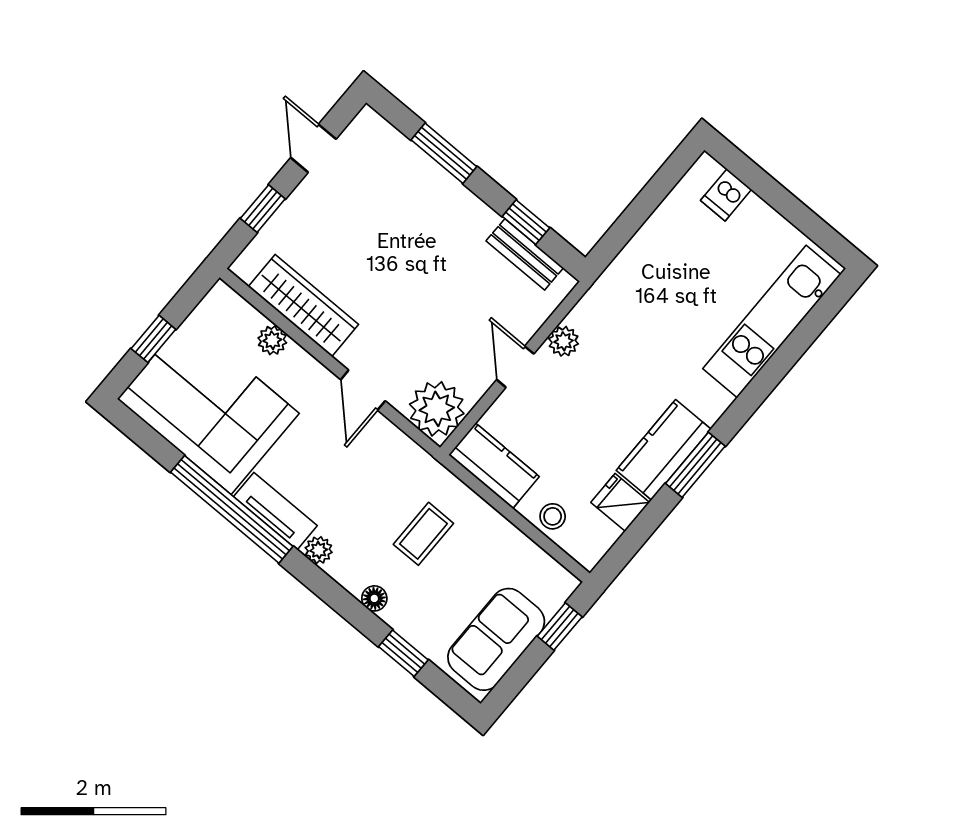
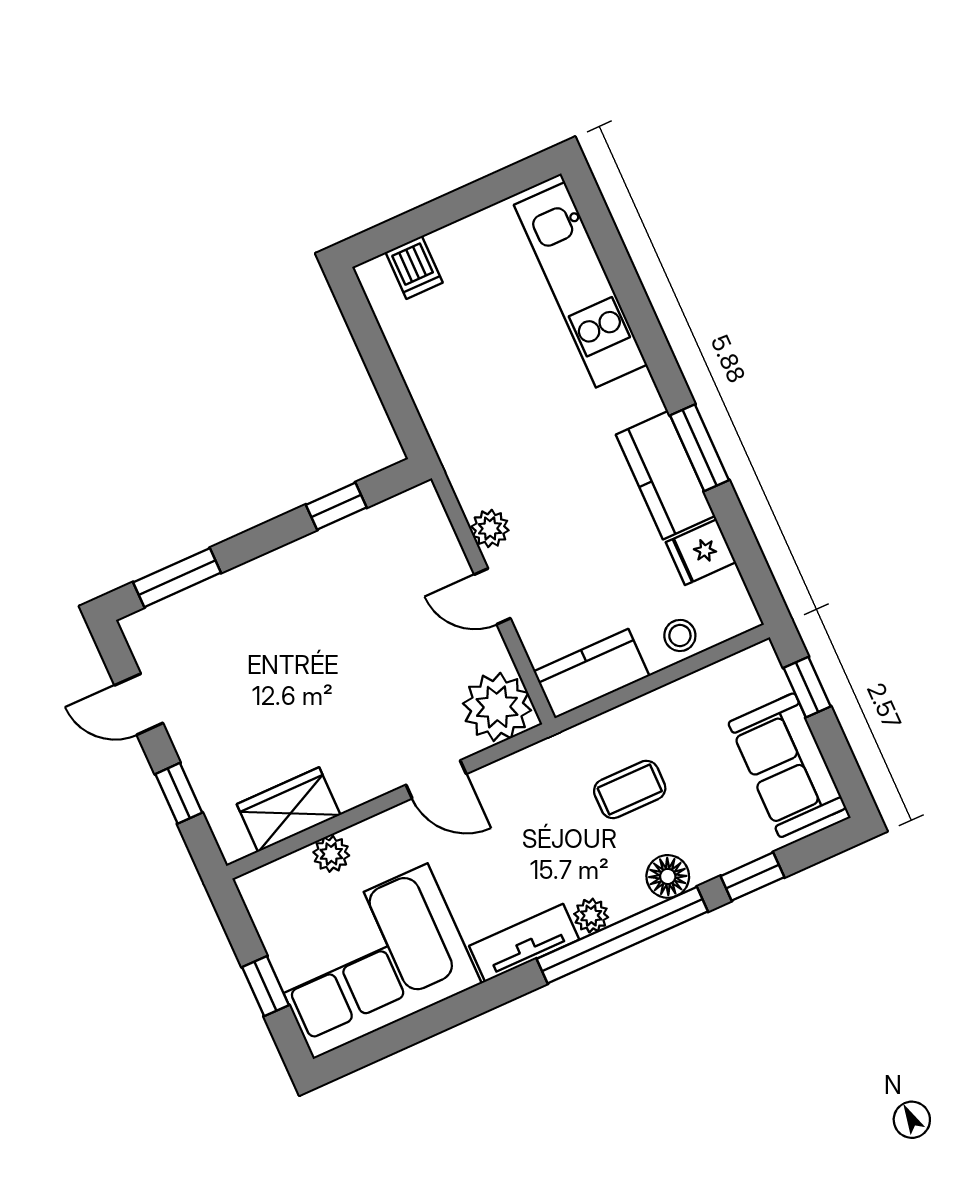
window: (444, 153) -> (177, 578), moved
bench: (525, 254) -> (372, 525), removed
wardrobe: (303, 306) -> (289, 810), width x0.67
window: (232, 509) -> (622, 935), moved
coffee table: (423, 534) -> (630, 789), turned 90
floor lamp: (374, 598) -> (668, 876), width x1.37, depth x1.37

